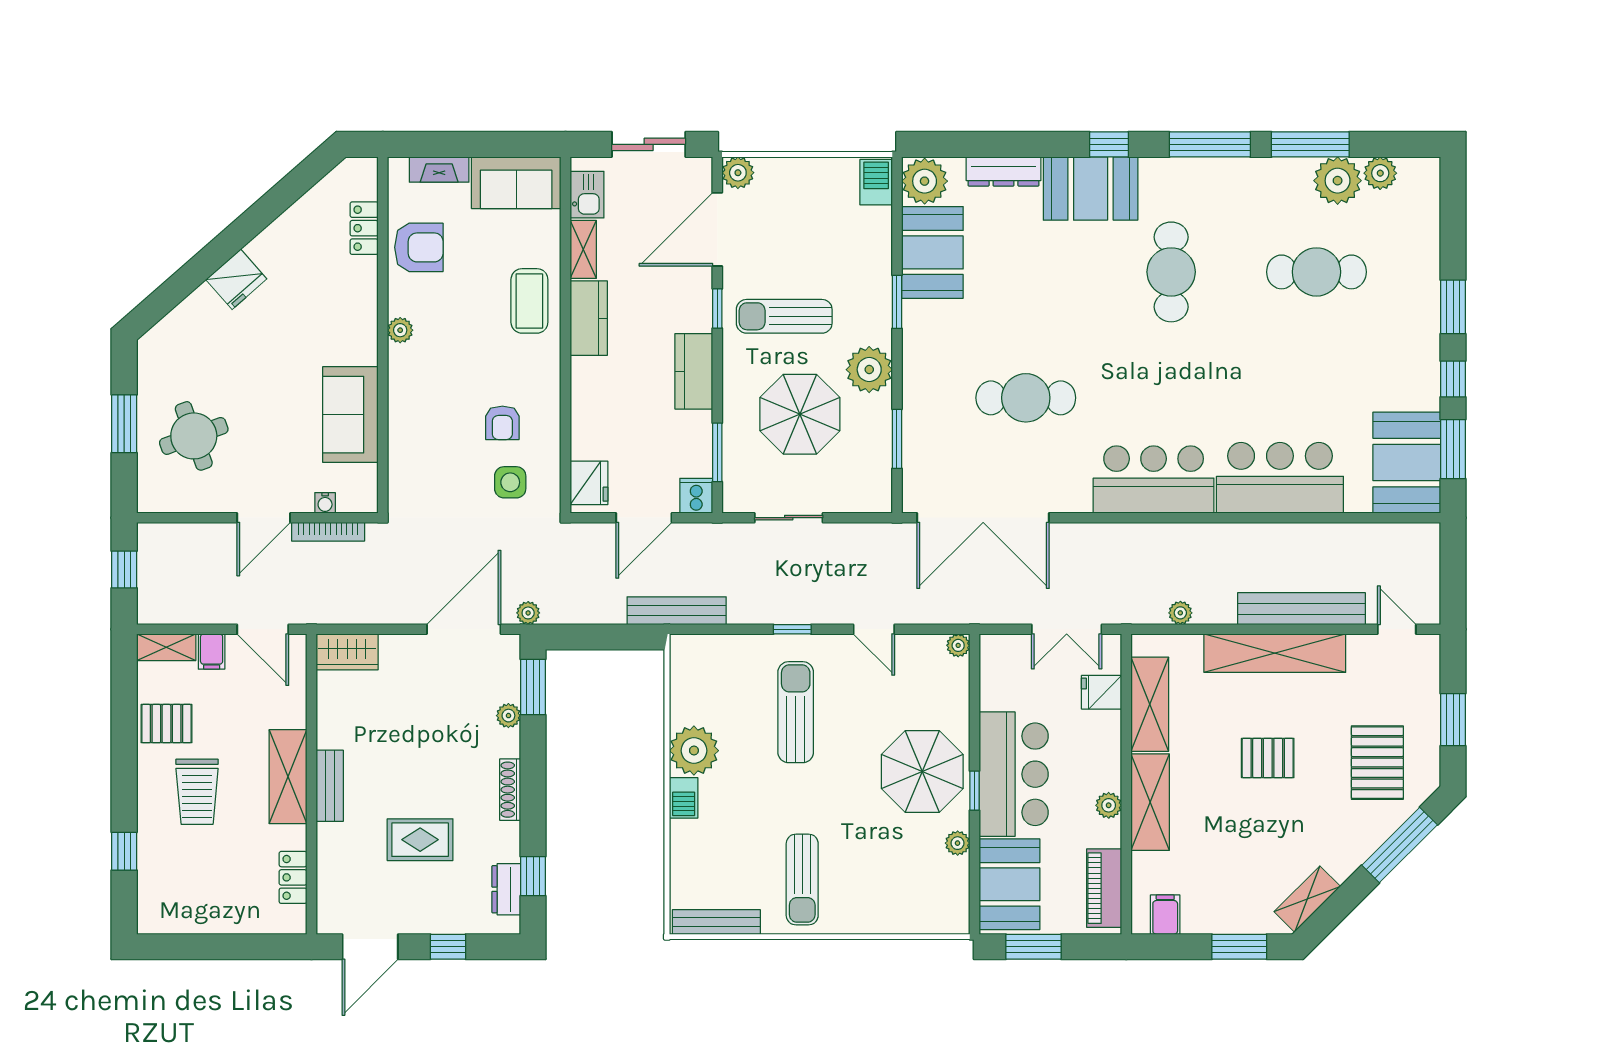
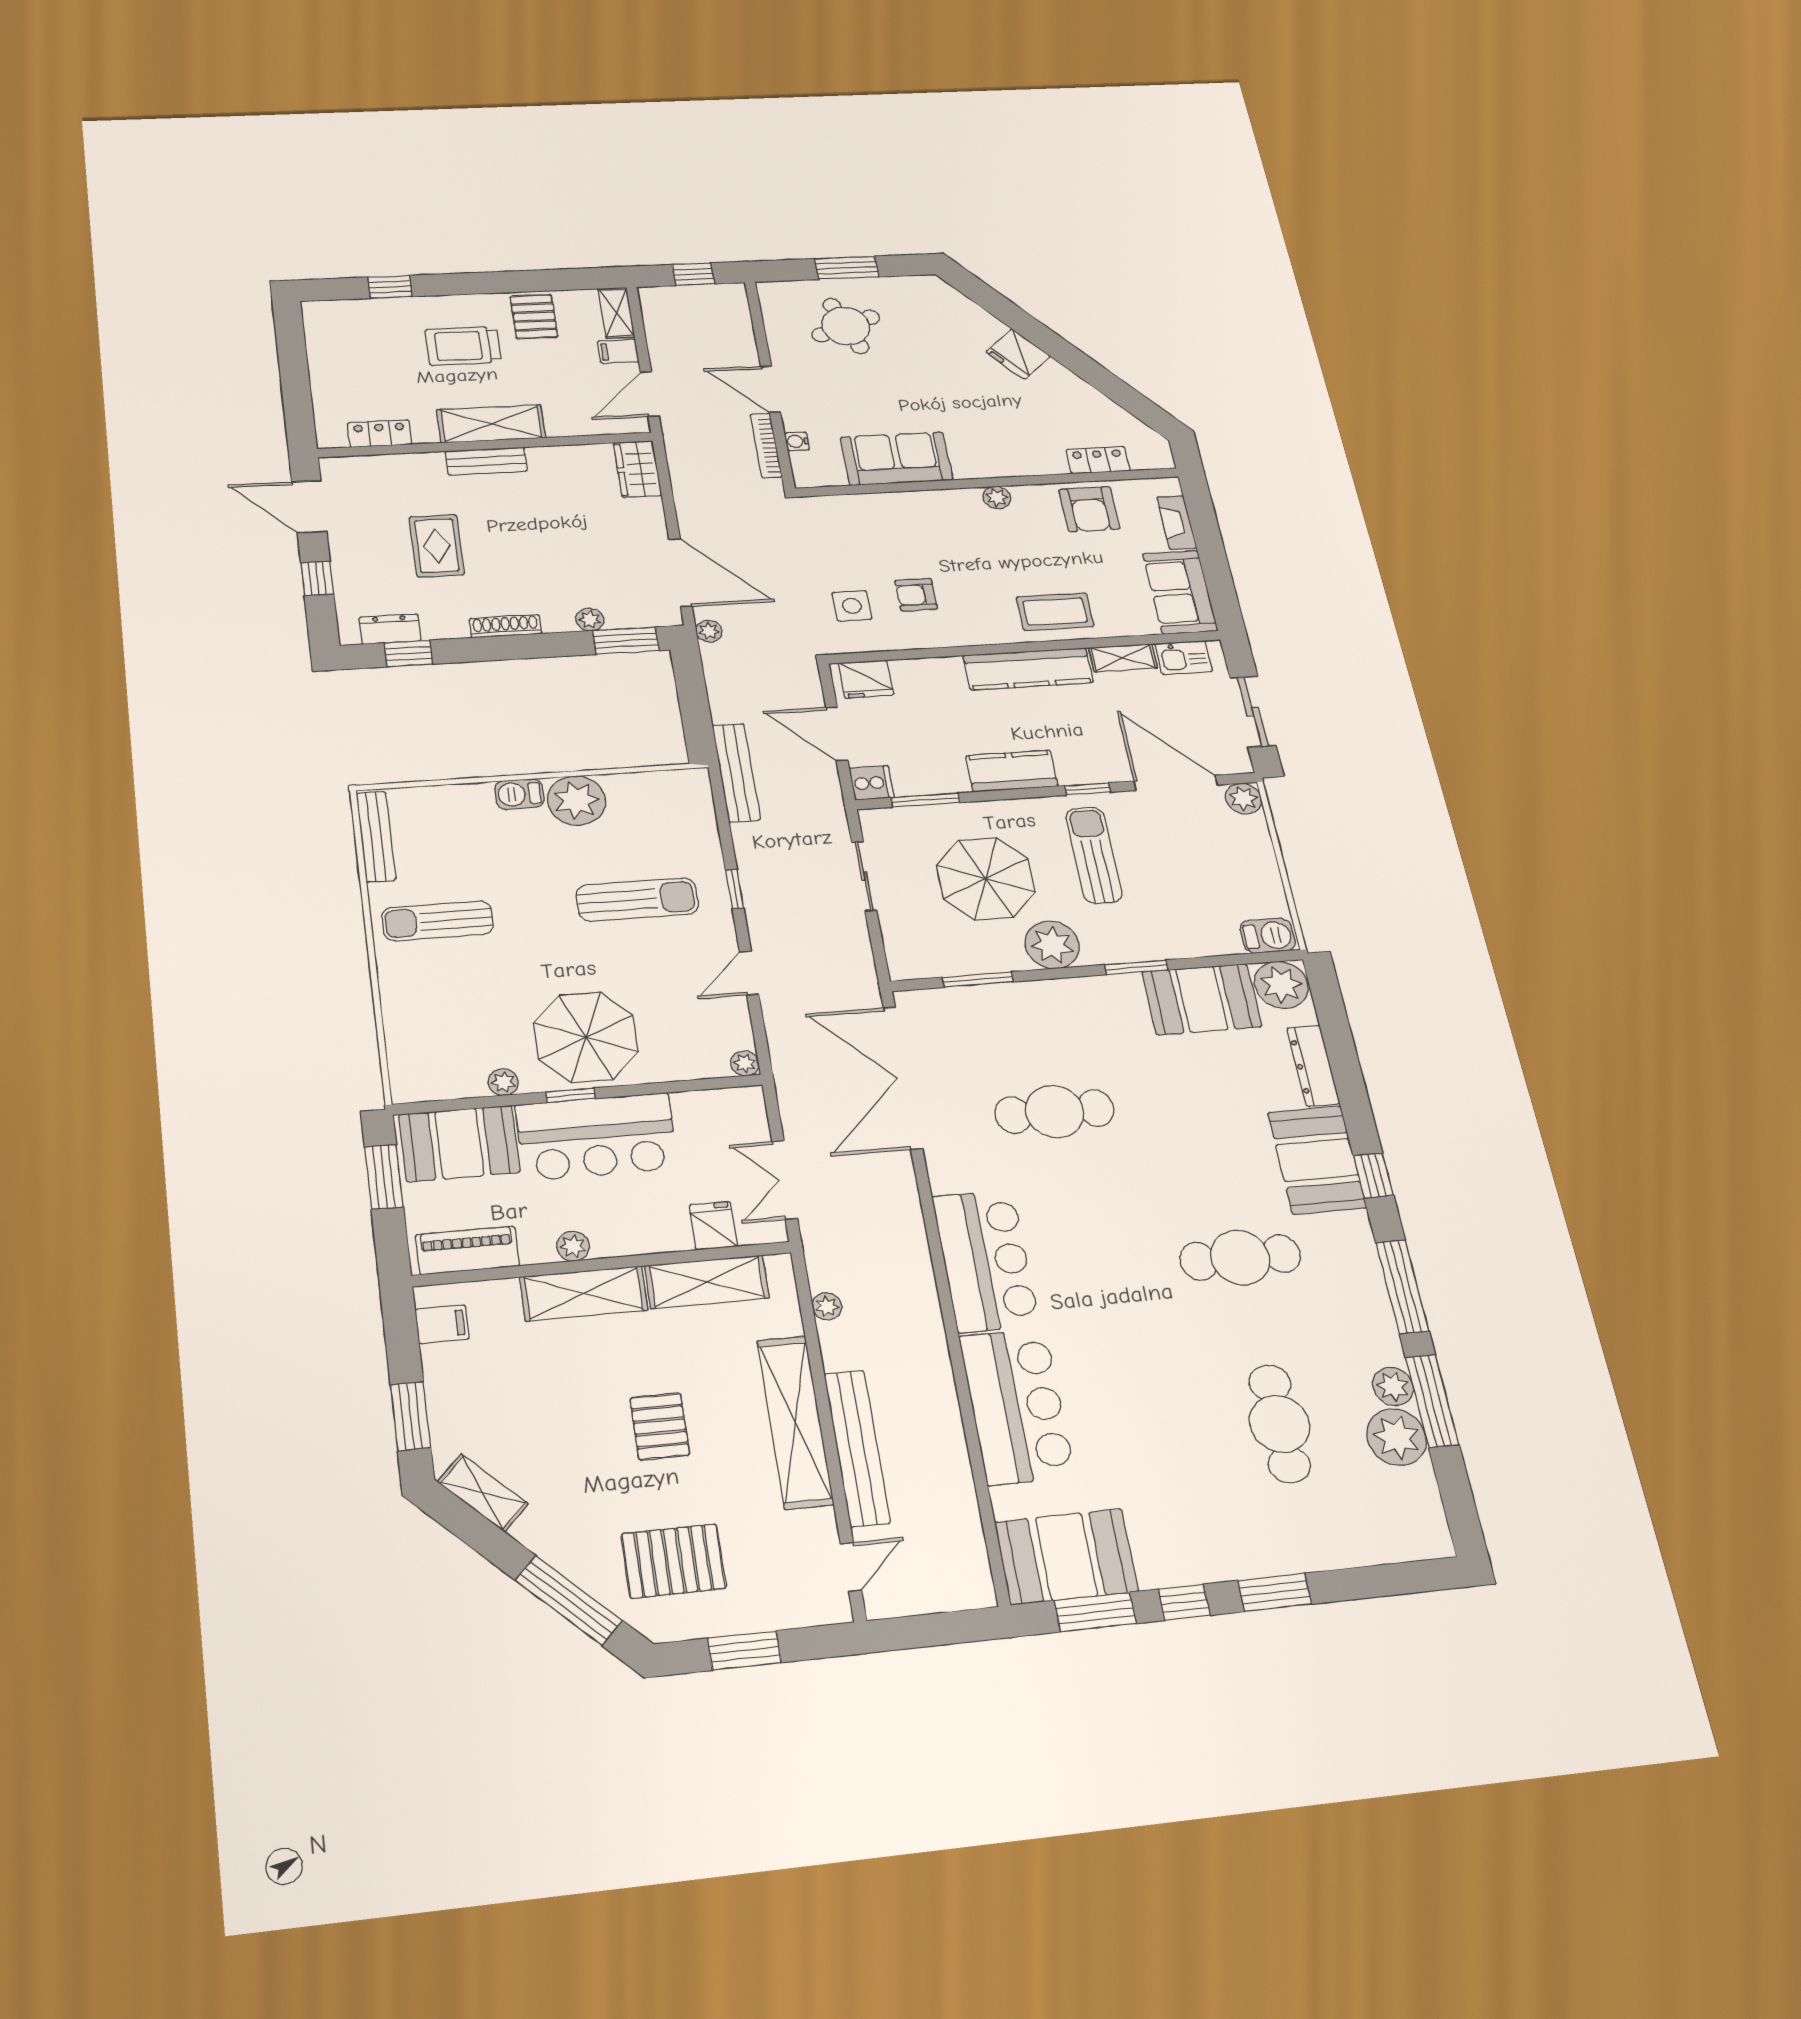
plant: (1380, 173) -> (1393, 1387), moved
kitchen counter: (589, 318) -> (1028, 669), width x1.50
cafe table: (1026, 398) -> (1055, 1111), turned 90

